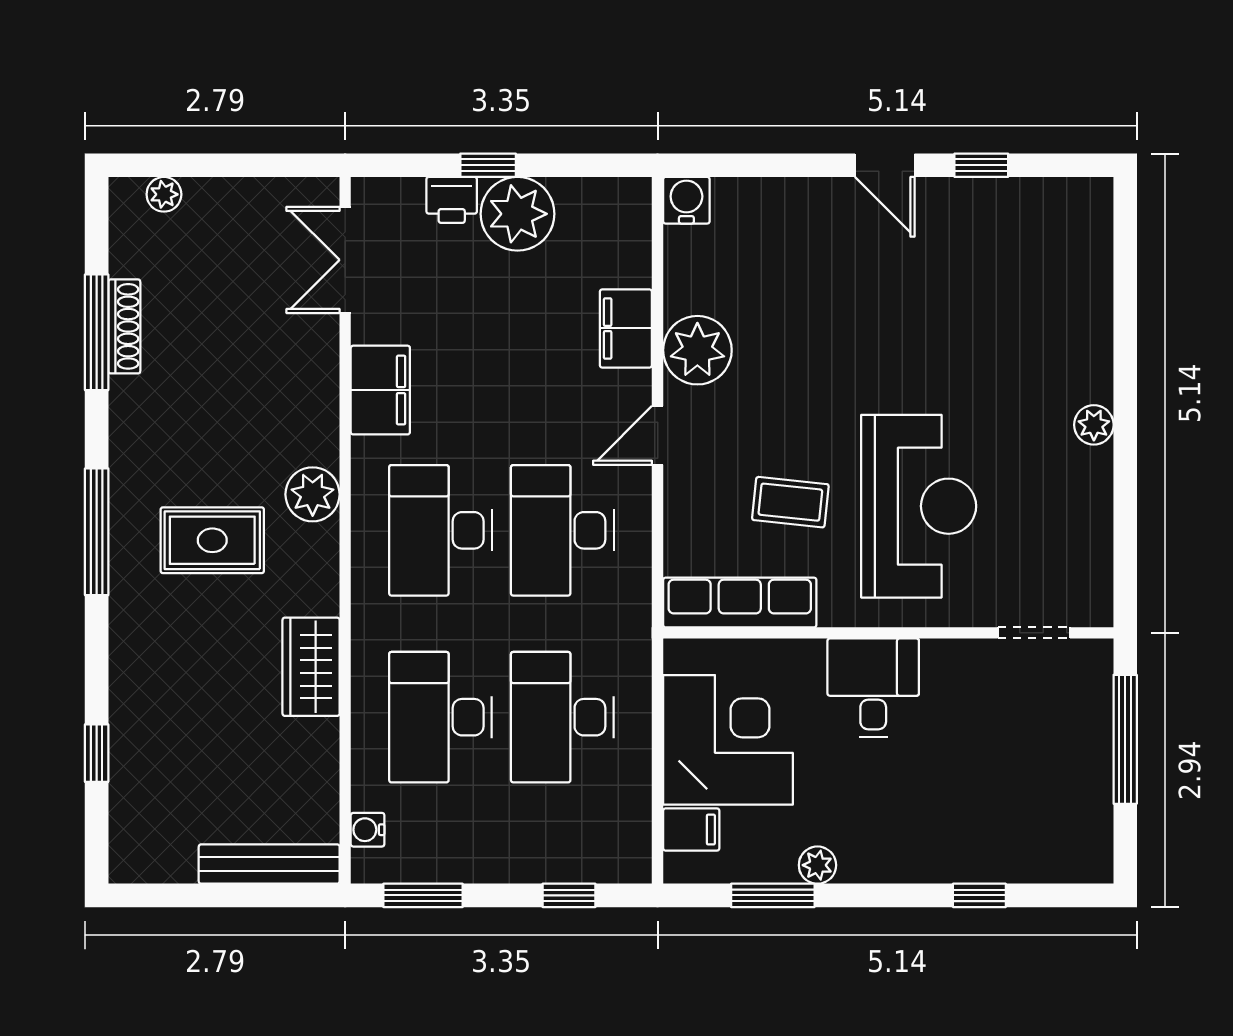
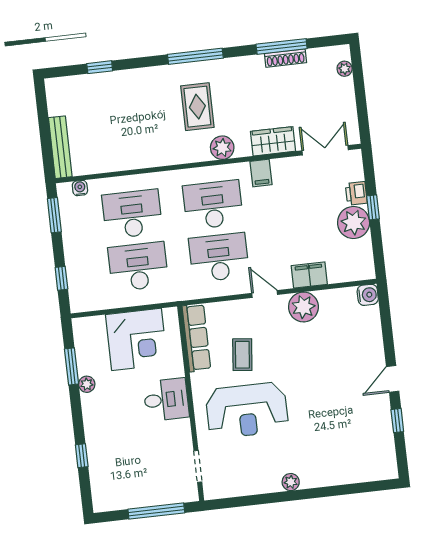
filing cabinet: (380, 390) -> (261, 173), width x0.50
wardrobe: (311, 667) -> (273, 141), moved
filing cabinet: (691, 830) -> (96, 328), removed

